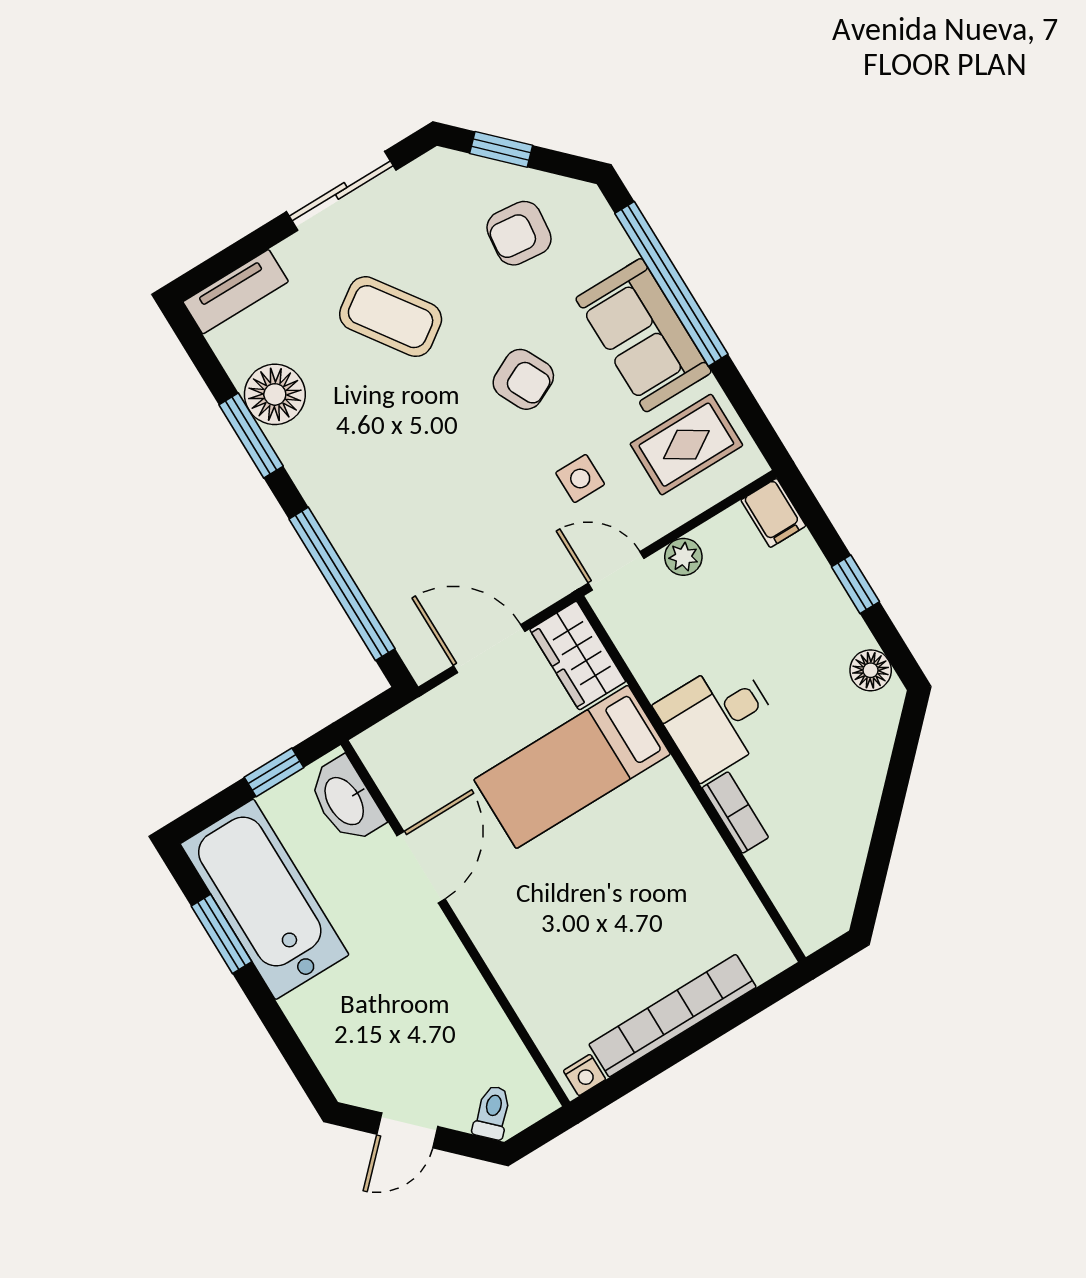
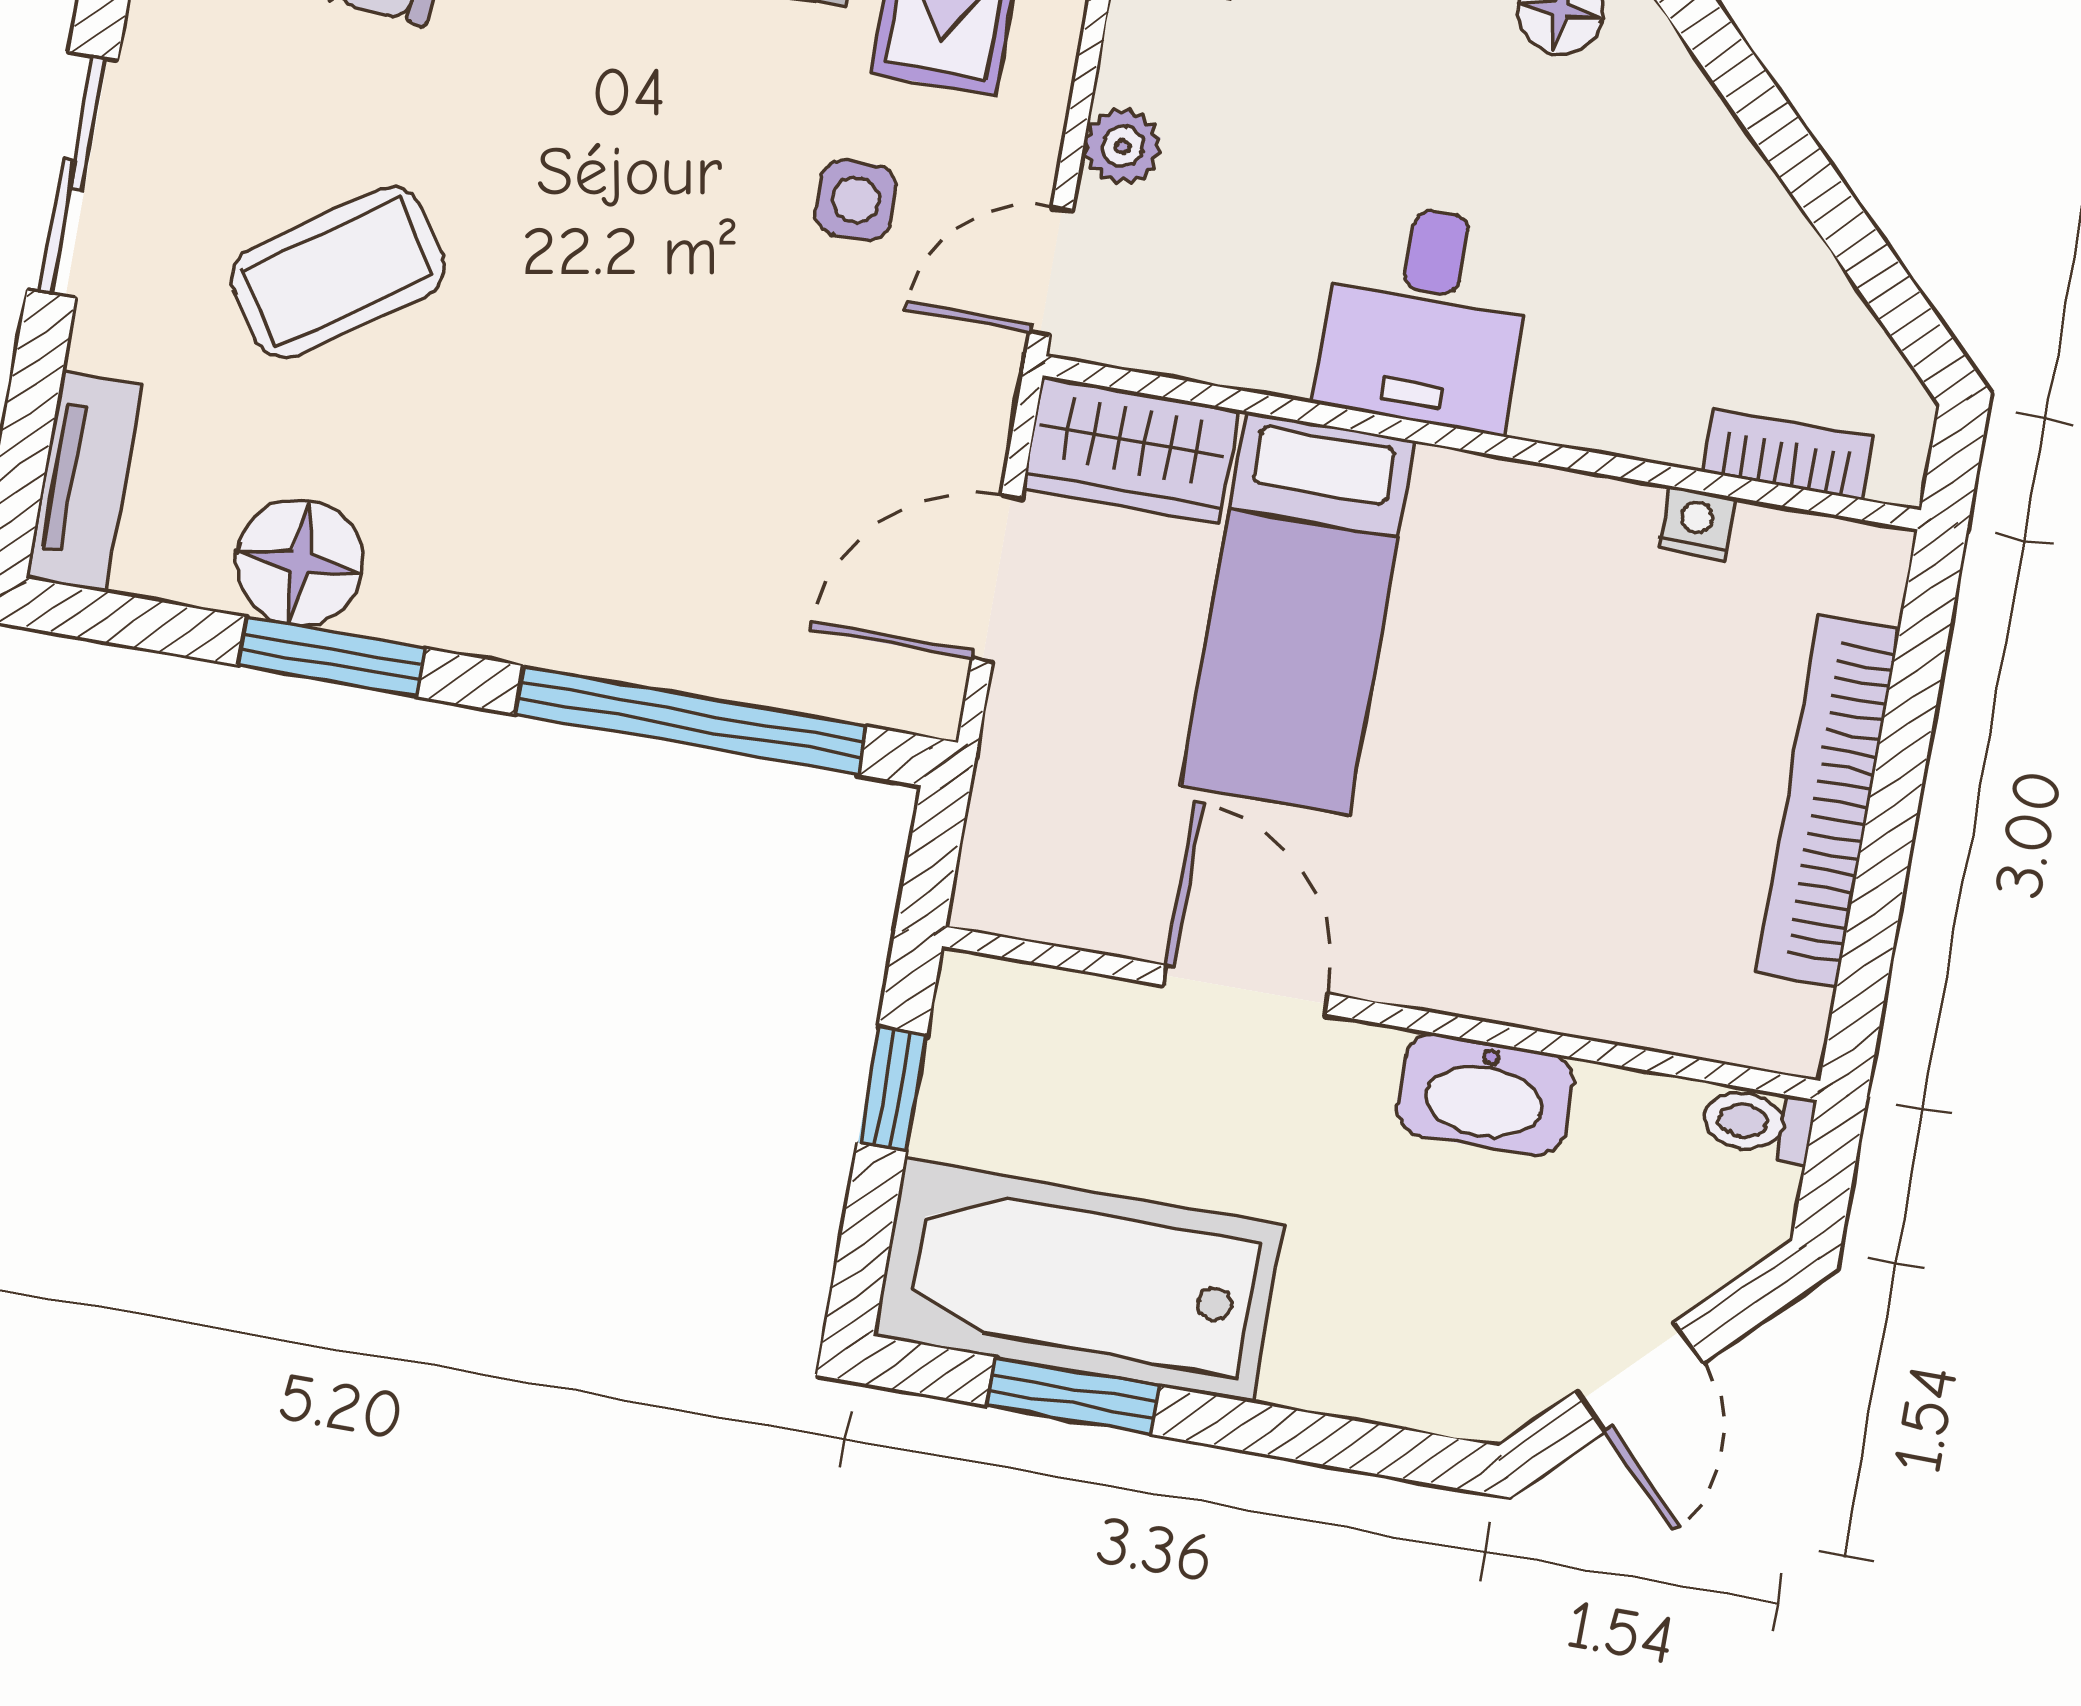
armchair: (523, 379) -> (621, 151), removed
washbasin: (345, 800) -> (1485, 1095), moved
bookcase: (735, 812) -> (1788, 454), moved
nightstand: (584, 1075) -> (1696, 523), moved, turned -90
toilet: (492, 1112) -> (1758, 1124), moved, turned -45

